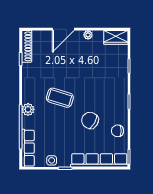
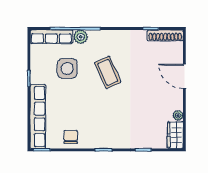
plant: (88, 35) -> (178, 115), moved
coffee table: (60, 98) -> (108, 72), turned -41
plant: (28, 109) -> (81, 37), moved
chair: (90, 120) -> (82, 106), removed
side table: (52, 160) -> (67, 68), moved, width x1.87, depth x1.87

